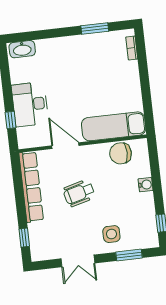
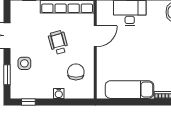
exam couch: (114, 126) -> (129, 90), moved, turned -90
chair: (120, 153) -> (76, 72), moved

